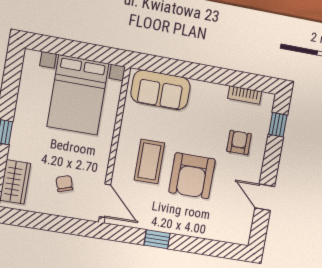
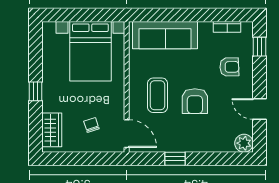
sofa: (161, 90) -> (165, 35), width x1.36
armchair: (239, 143) -> (229, 67), turned 88
armchair: (192, 176) -> (195, 101), width x0.73, depth x0.73
plant: (240, 234) -> (244, 143), added

